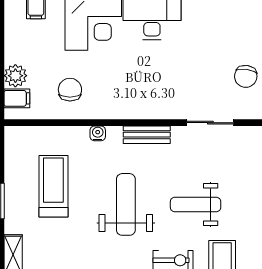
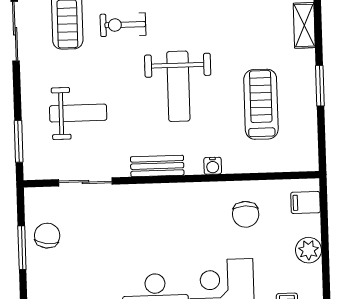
plant: (15, 76) -> (309, 250), moved
treadmill: (53, 186) -> (261, 104), turned 180
weight bench: (196, 205) -> (78, 113), moved

